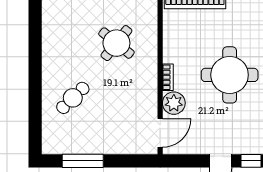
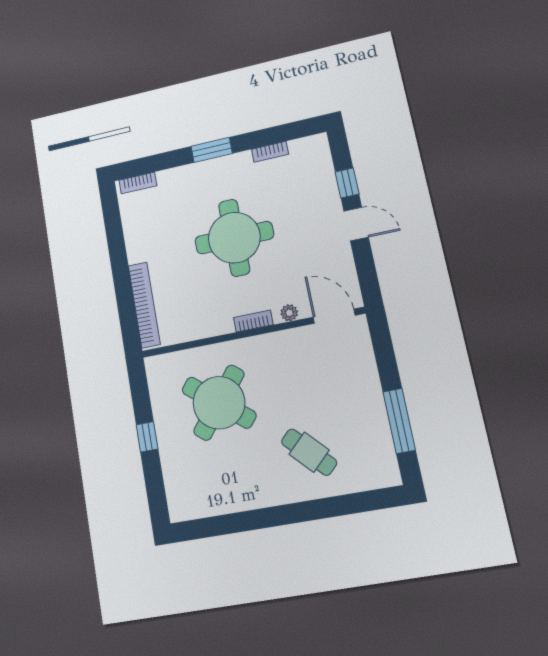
round table: (116, 43) -> (219, 403), width x1.36, depth x1.36
plant: (174, 103) -> (289, 313), width x0.53, depth x0.53

